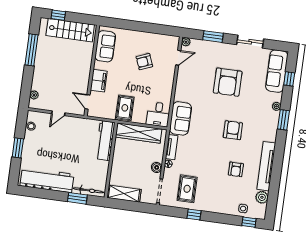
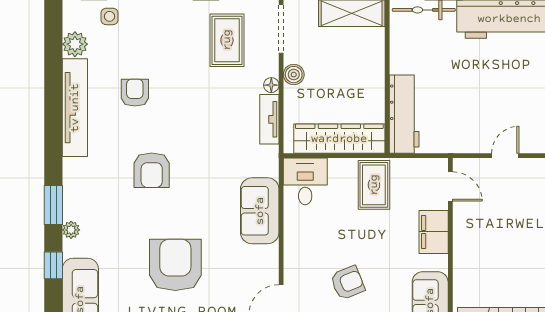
window: (289, 79) -> (53, 265), moved
sofa: (180, 118) -> (260, 211), moved

